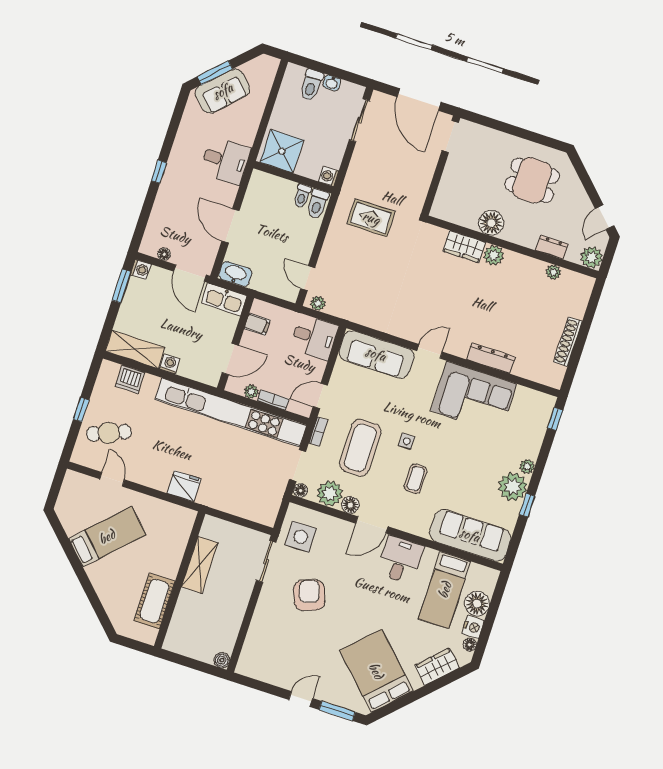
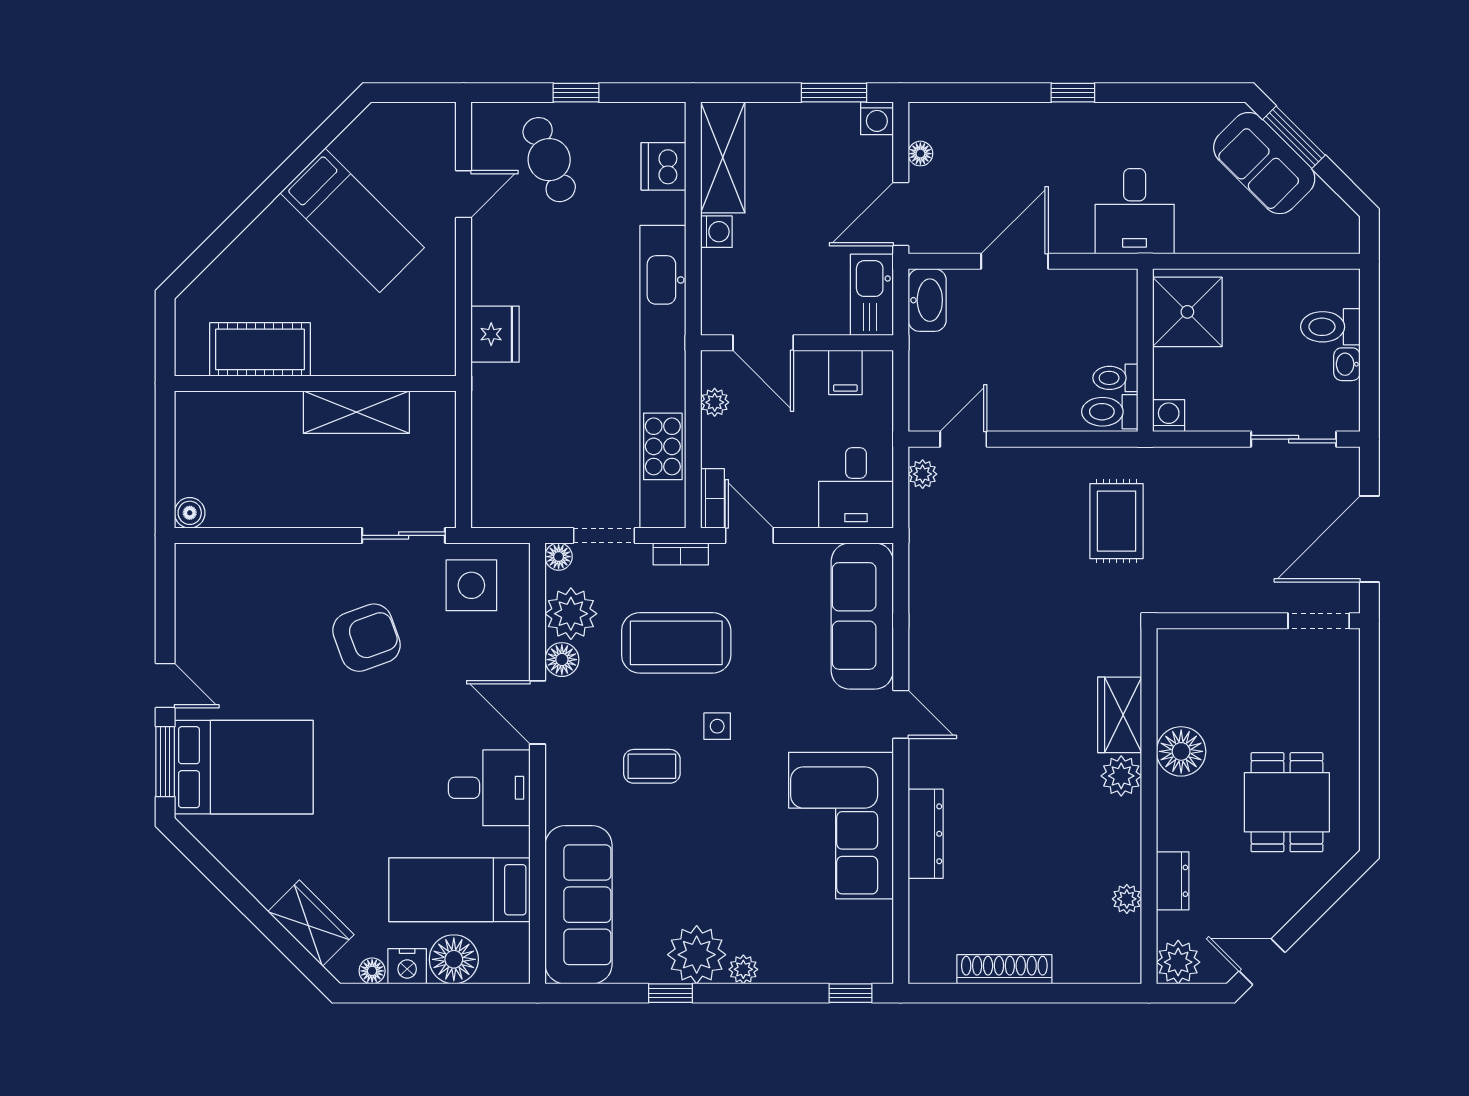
bookcase: (273, 400) -> (712, 498), moved
bed: (376, 671) -> (244, 767), moved, turned 45

